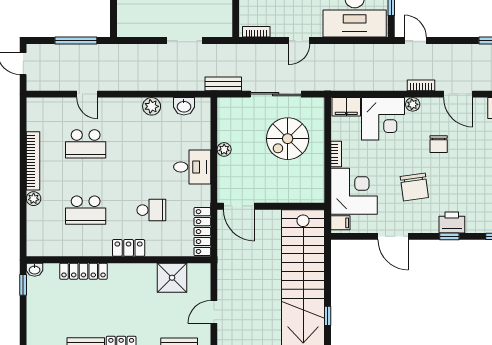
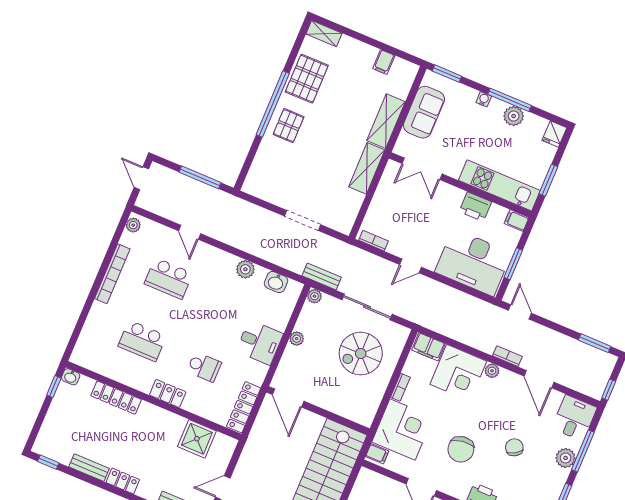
plant: (224, 104) -> (314, 296), added
chair: (439, 144) -> (514, 447), moved, turned 149
plant: (34, 199) -> (133, 225), moved

